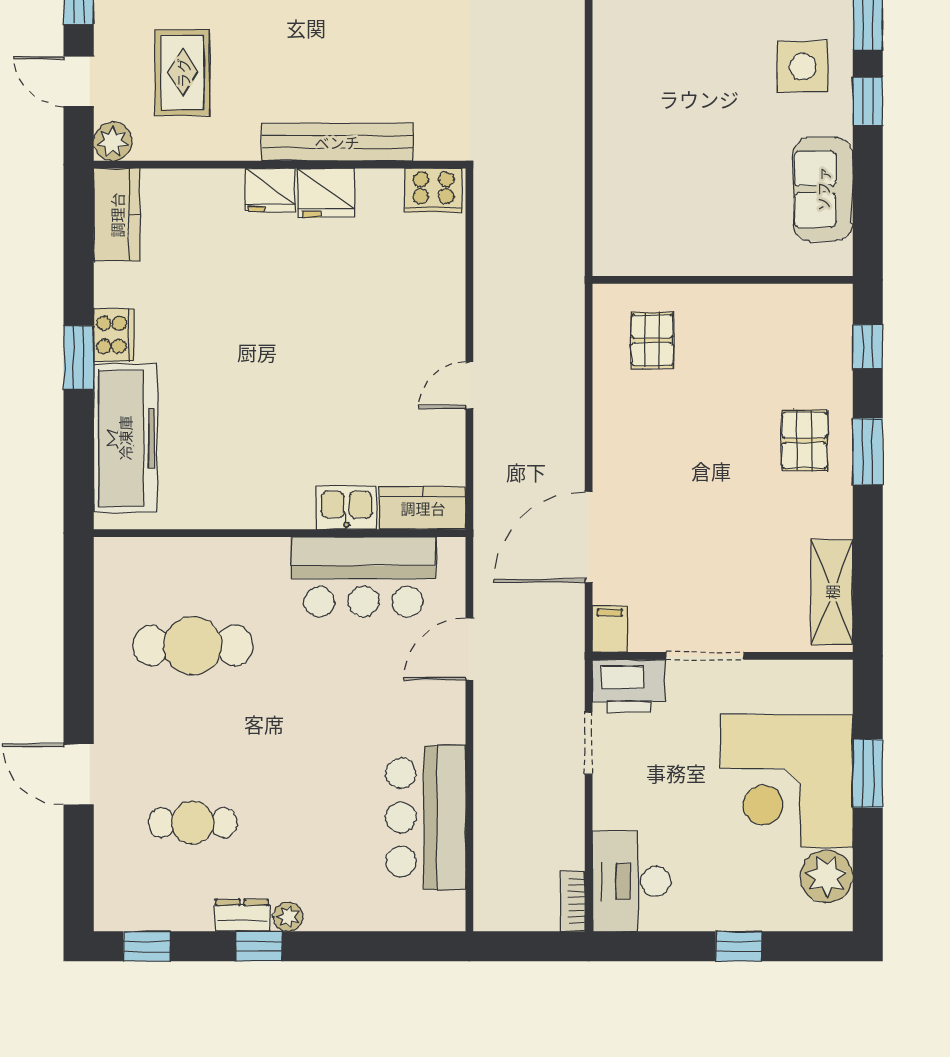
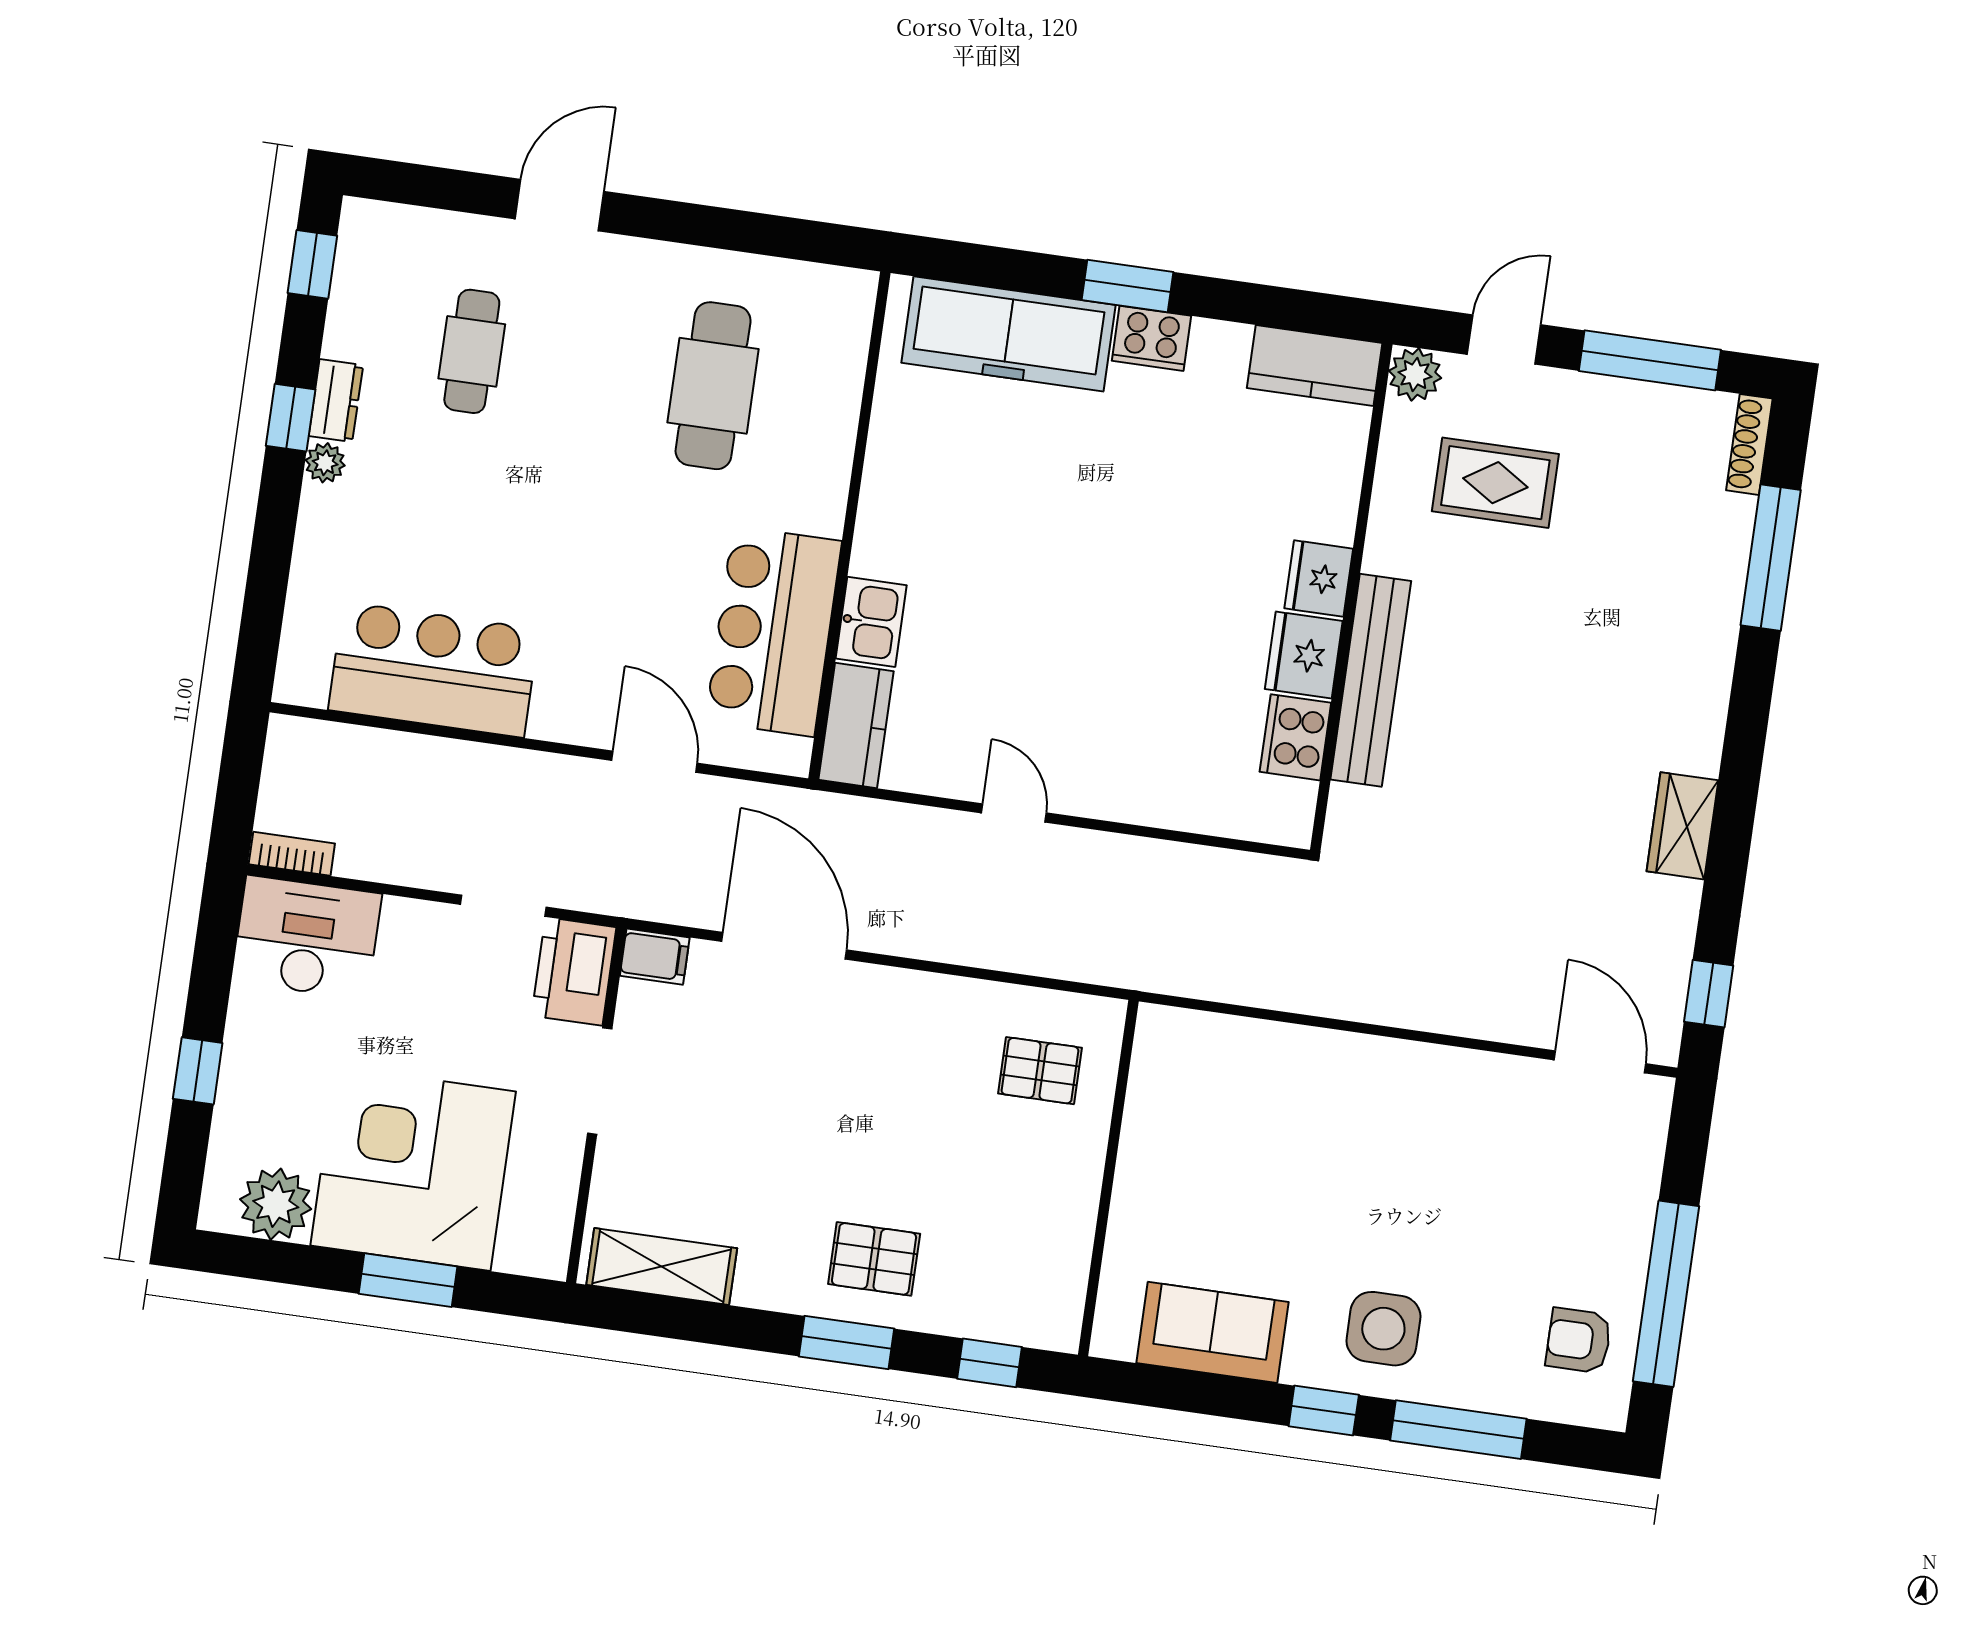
cooker: (434, 190) -> (1295, 737), moved

